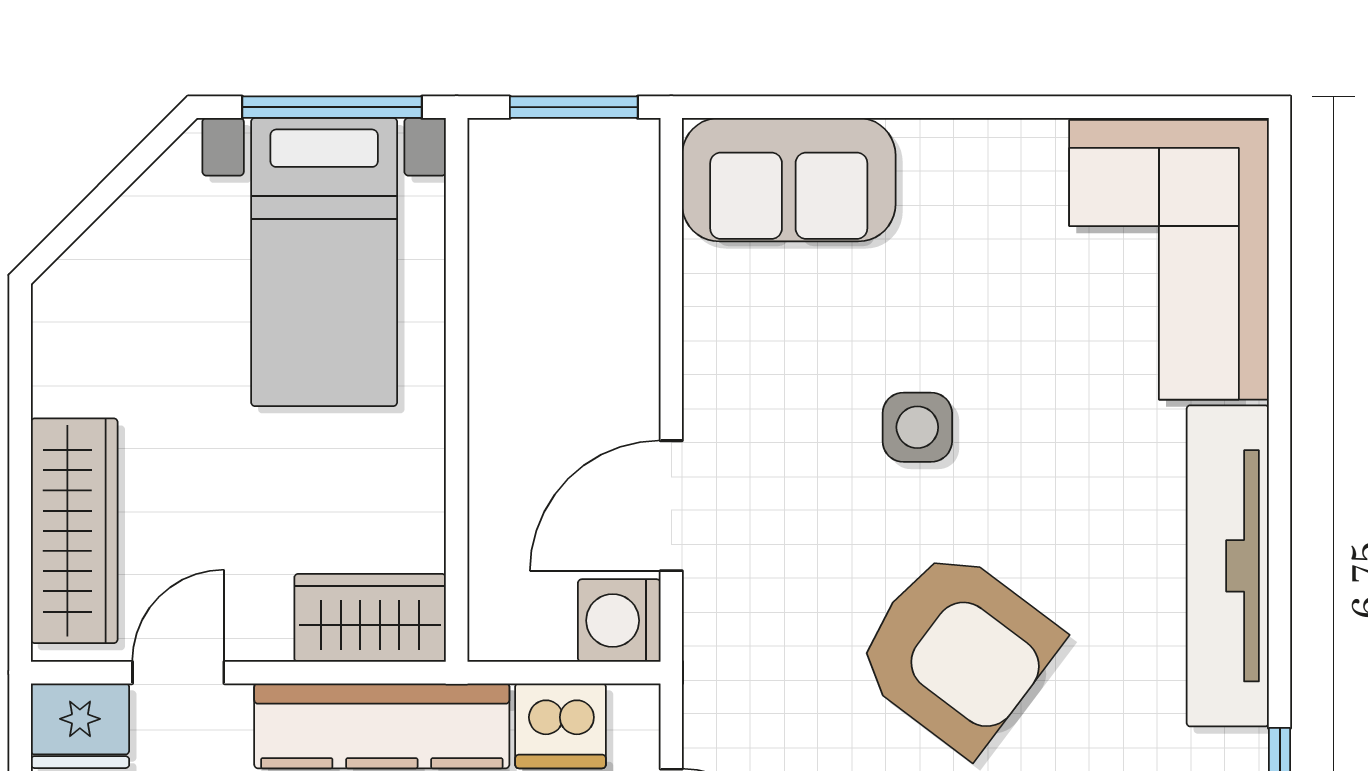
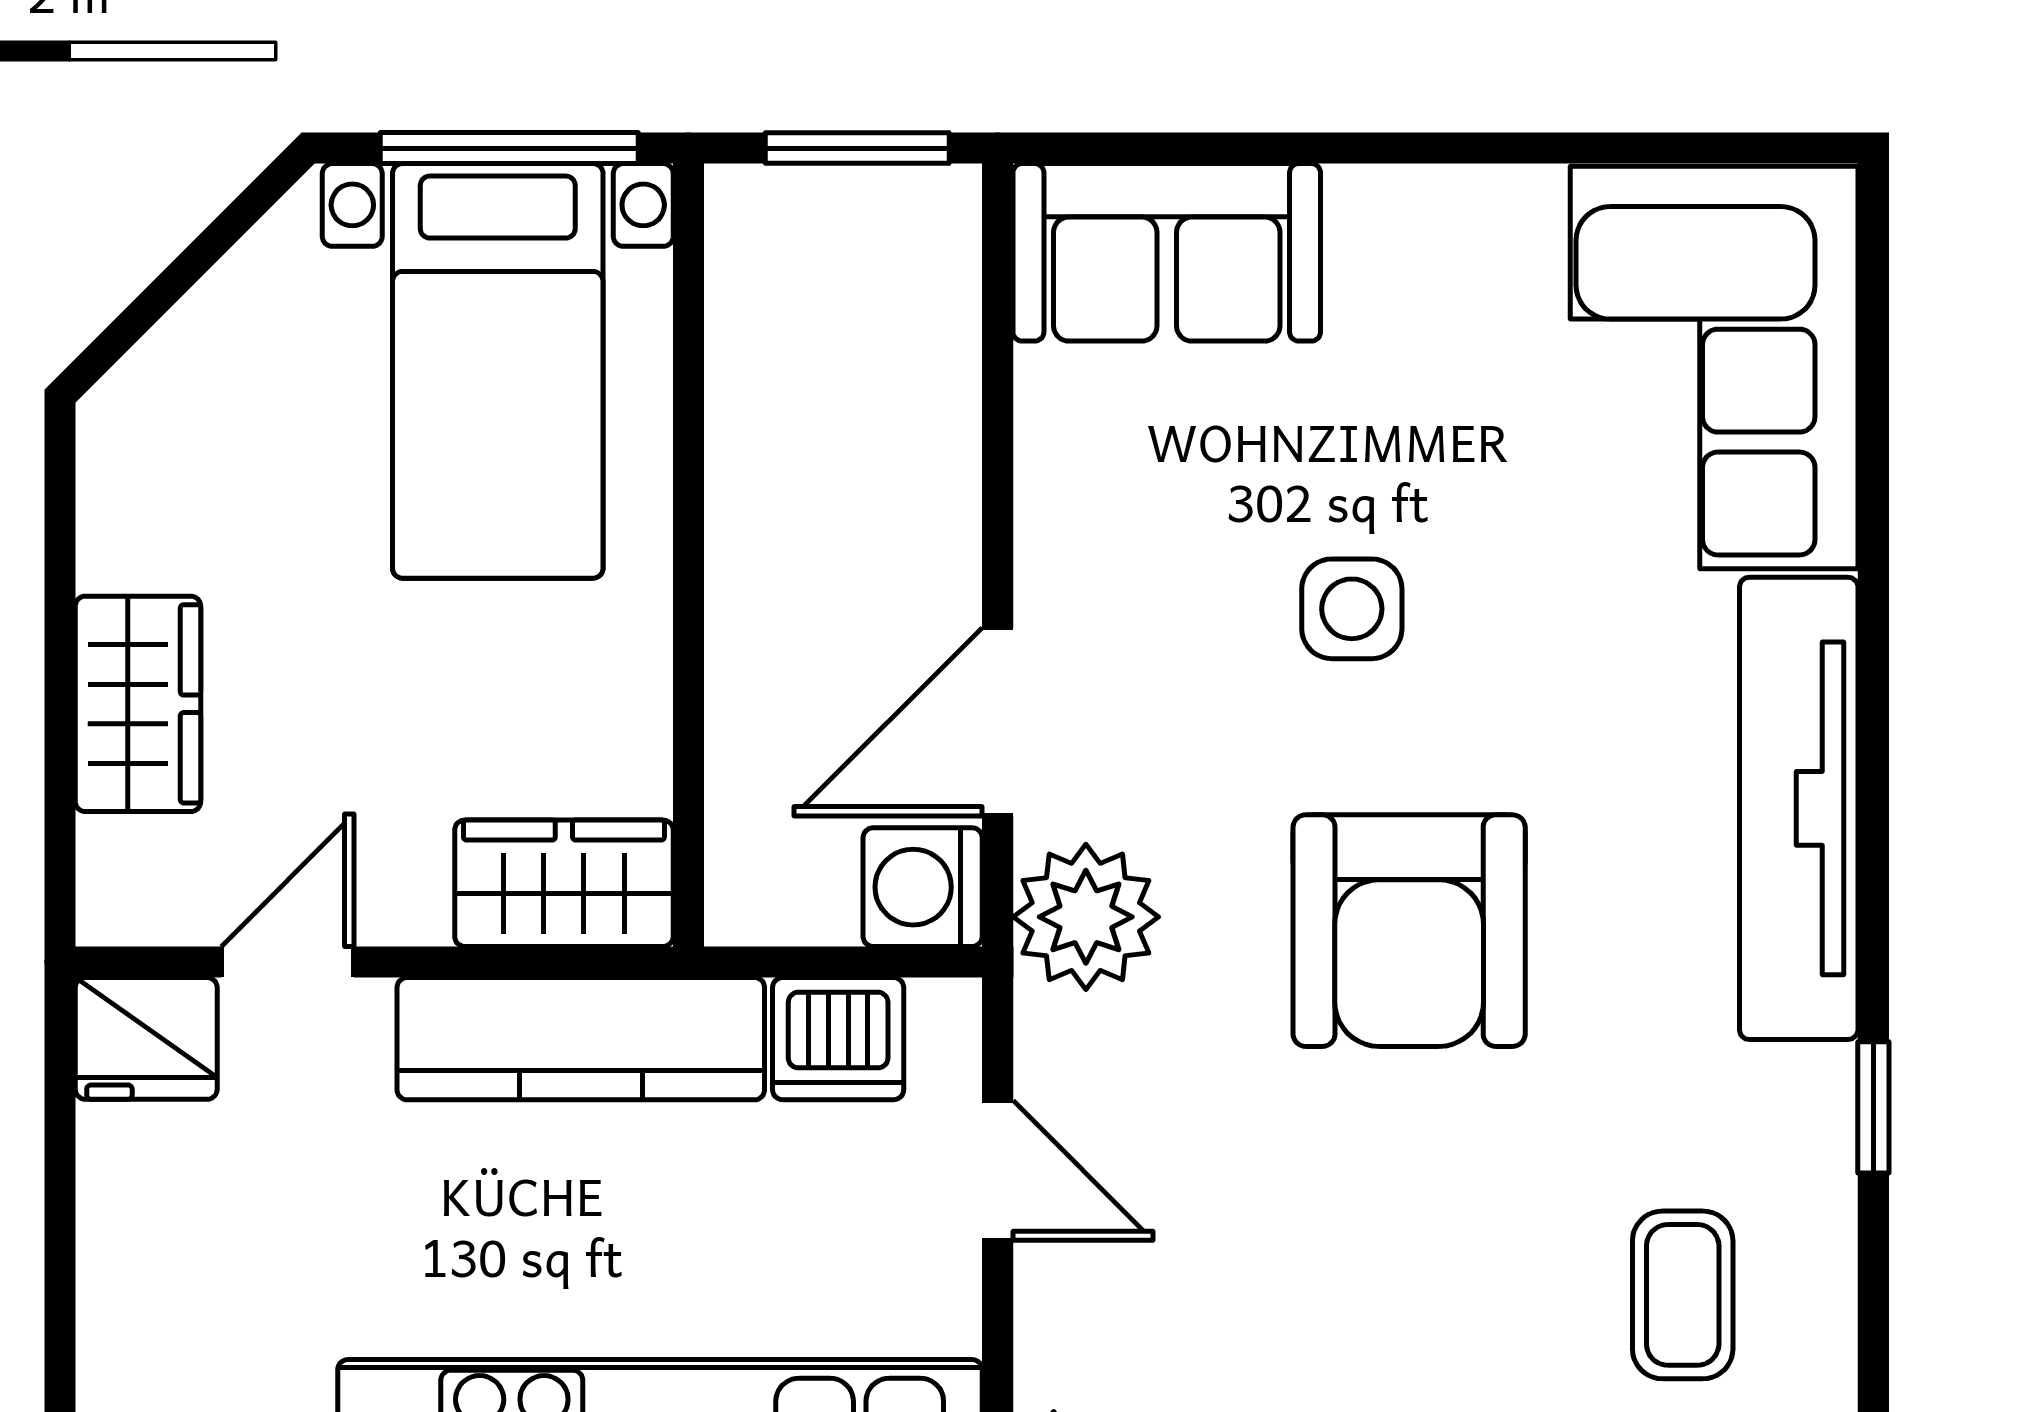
wardrobe: (74, 531) -> (138, 704), width x0.67
plant: (733, 641) -> (1086, 917), added
armchair: (957, 651) -> (1409, 931), turned 53

